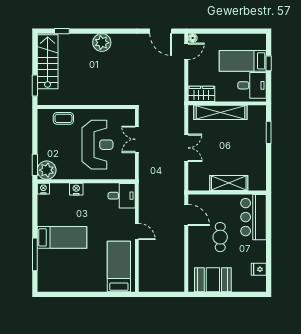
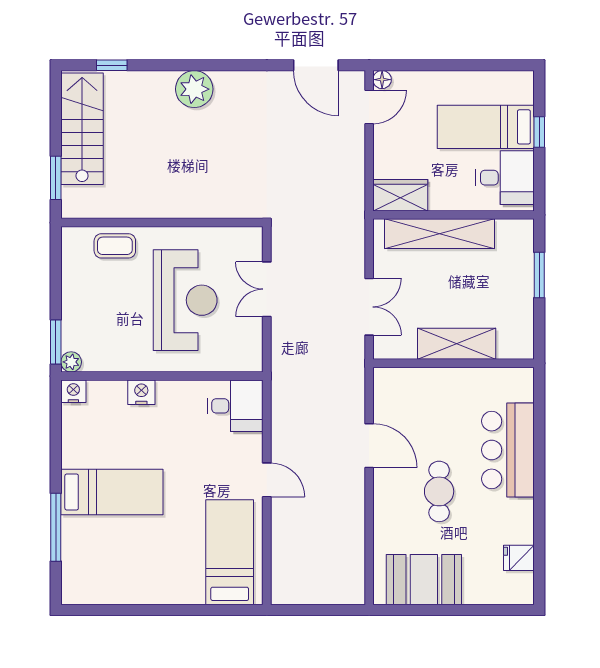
plant: (47, 170) -> (71, 362), width x0.53, depth x0.53
shelving: (229, 183) -> (457, 344), moved
wall: (227, 192) -> (453, 363), moved

